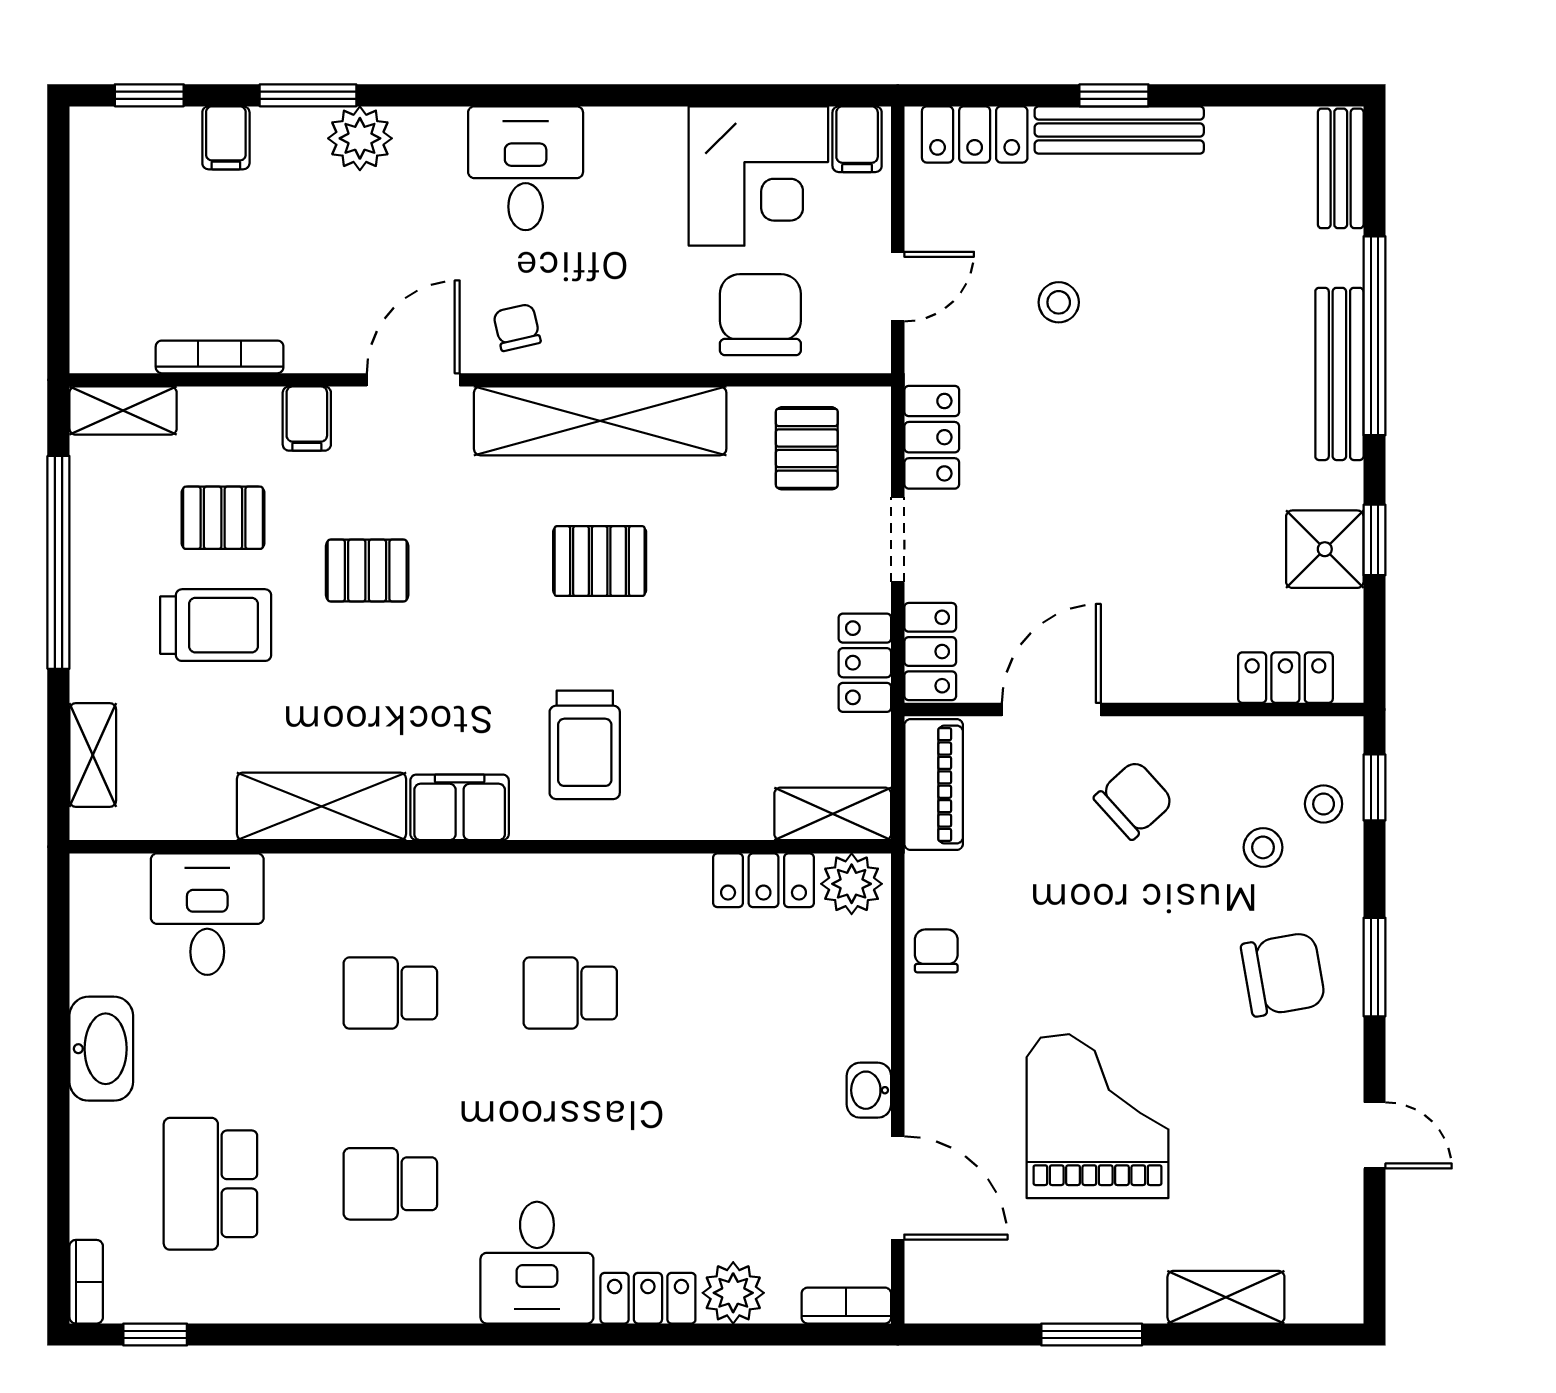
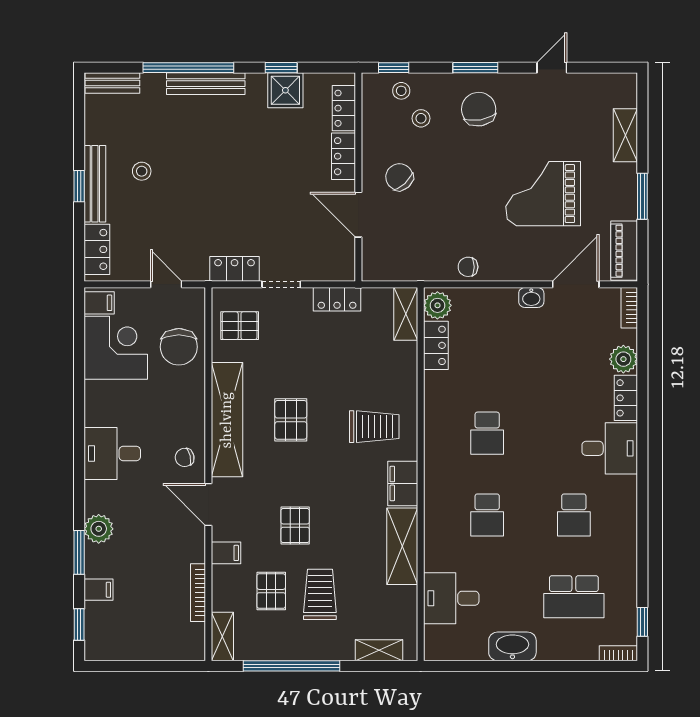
stool: (1059, 302) -> (142, 171), moved
chair: (760, 315) -> (179, 347), turned -90
locker: (930, 652) -> (343, 156), moved, turned -90
piano: (934, 785) -> (624, 251), moved, turned -90

